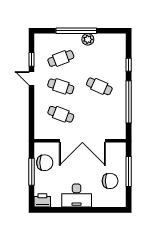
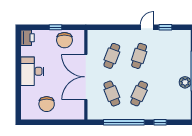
cafe table: (61, 58) -> (112, 94), moved
window: (129, 171) -> (56, 122), removed
window: (32, 172) -> (56, 27), width x0.46

